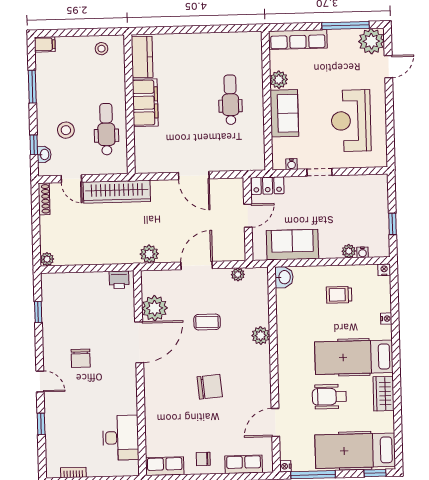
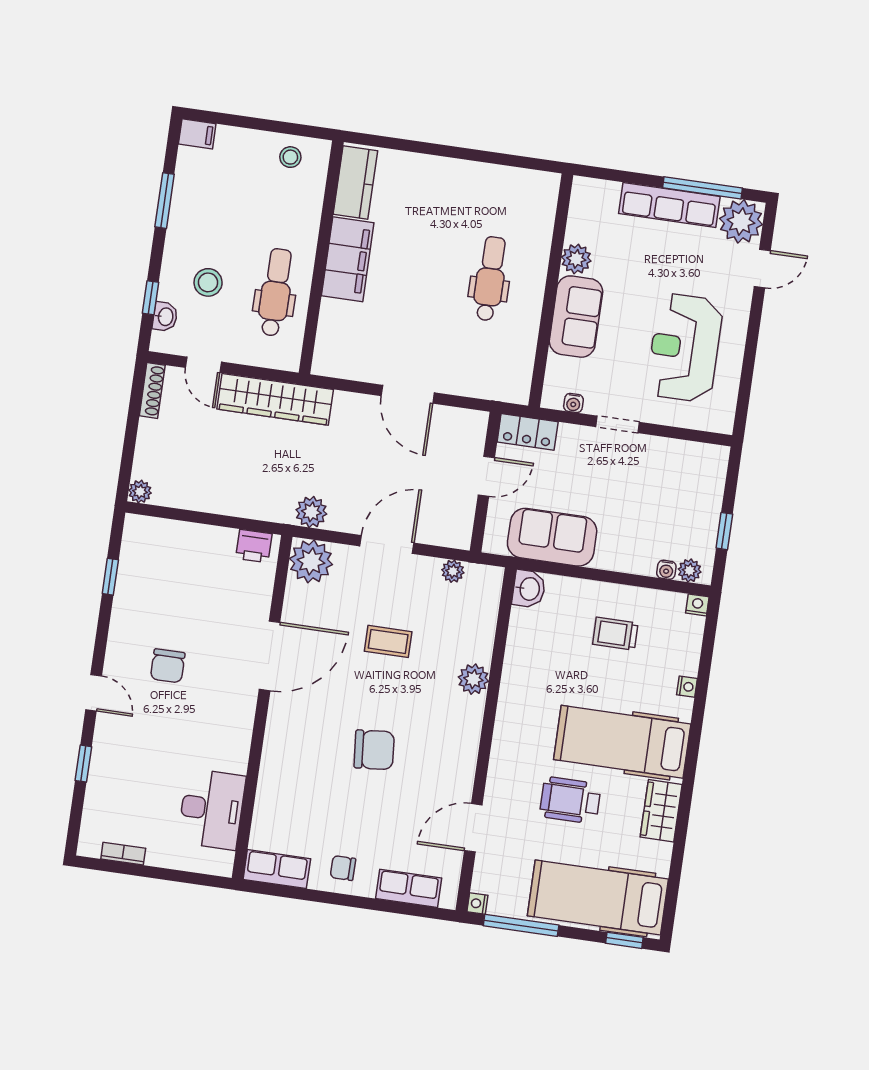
row of seats: (298, 40) -> (669, 205), moved
plant: (349, 251) -> (690, 571), moved
plant: (155, 308) -> (311, 561), moved

